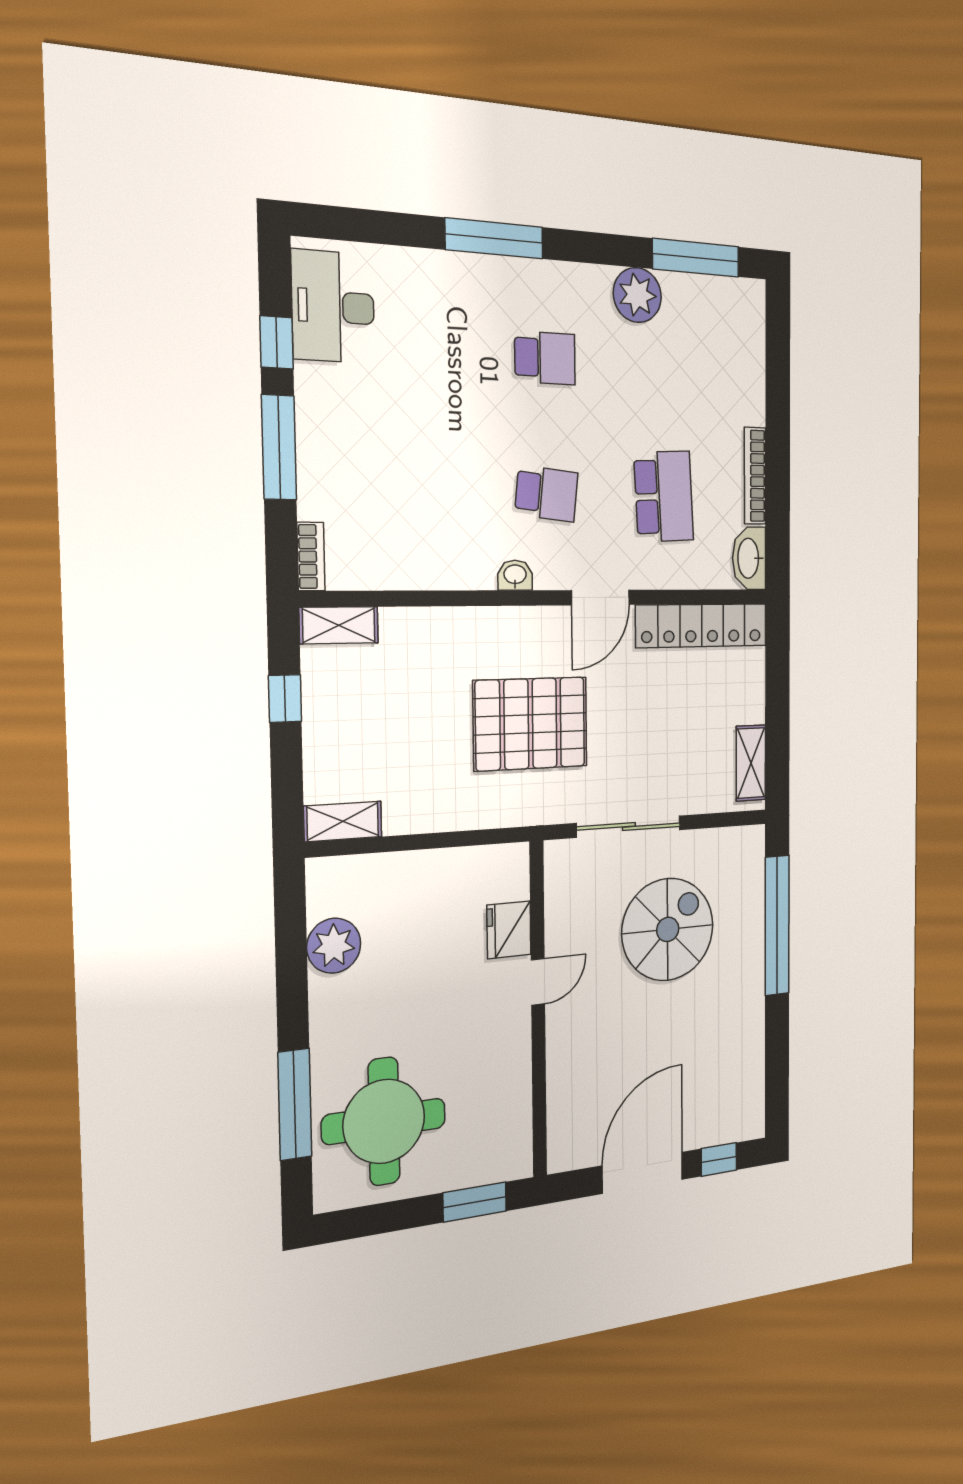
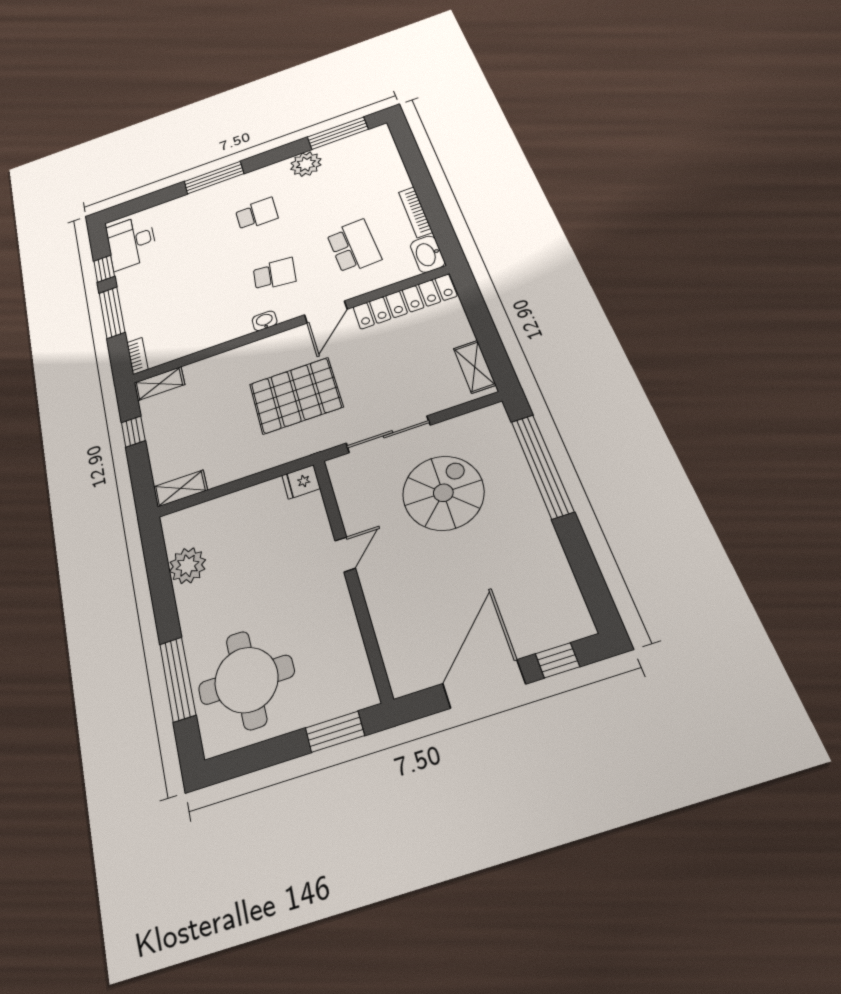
fridge: (509, 930) -> (301, 482), moved, width x0.72

